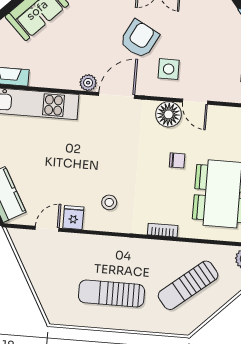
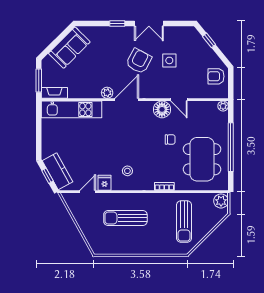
side table: (169, 69) -> (169, 60), moved
sun lounger: (188, 285) -> (184, 222), turned -51
sun lounger: (111, 293) -> (125, 218), moved

